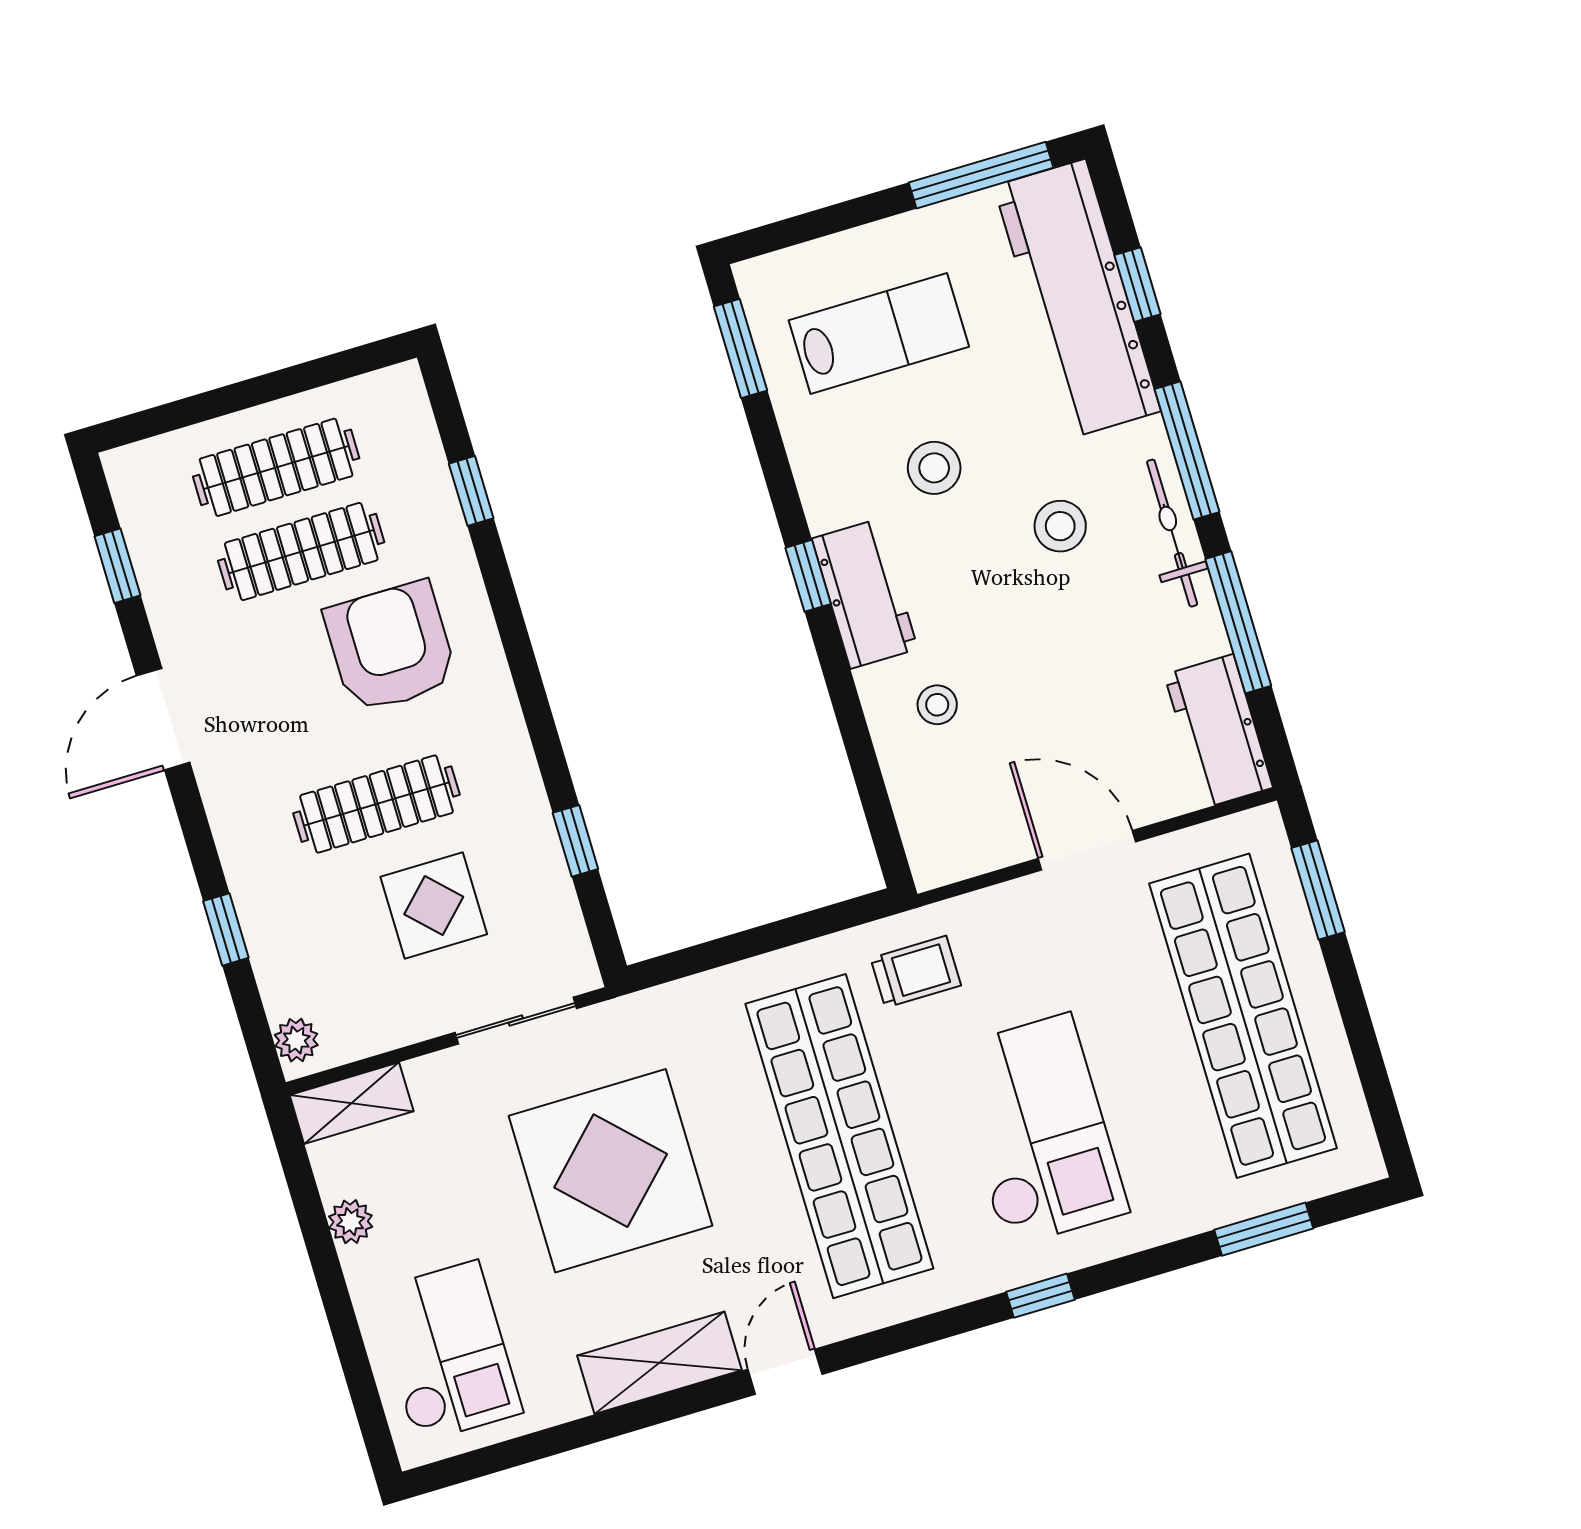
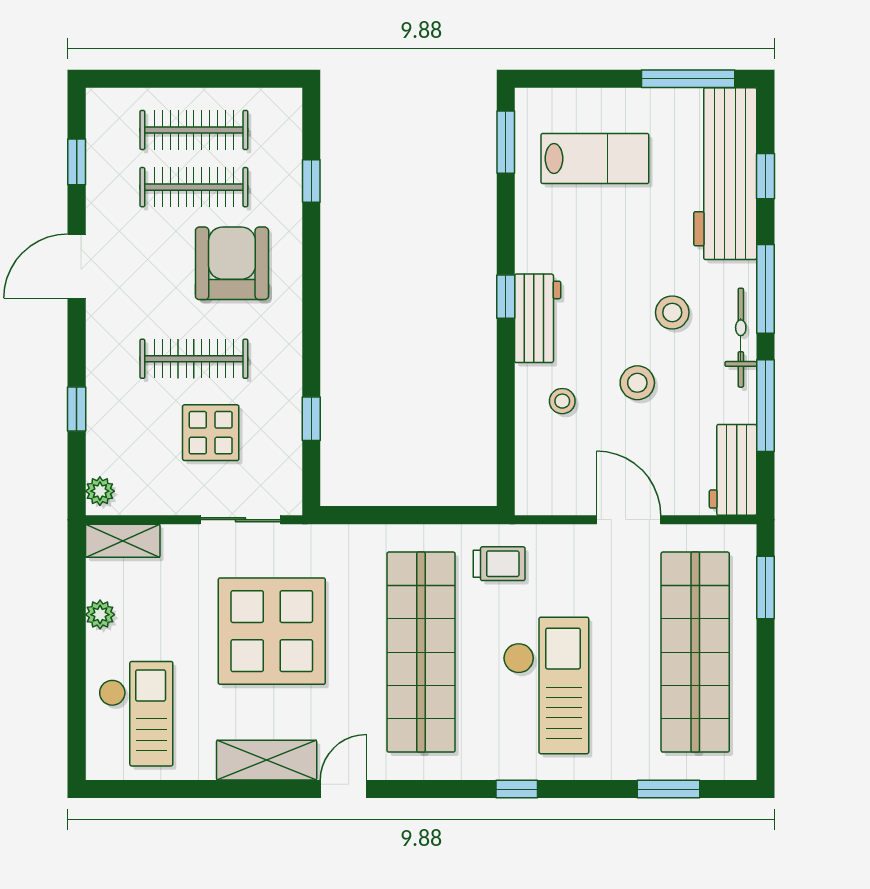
stool: (934, 468) -> (637, 383), moved

